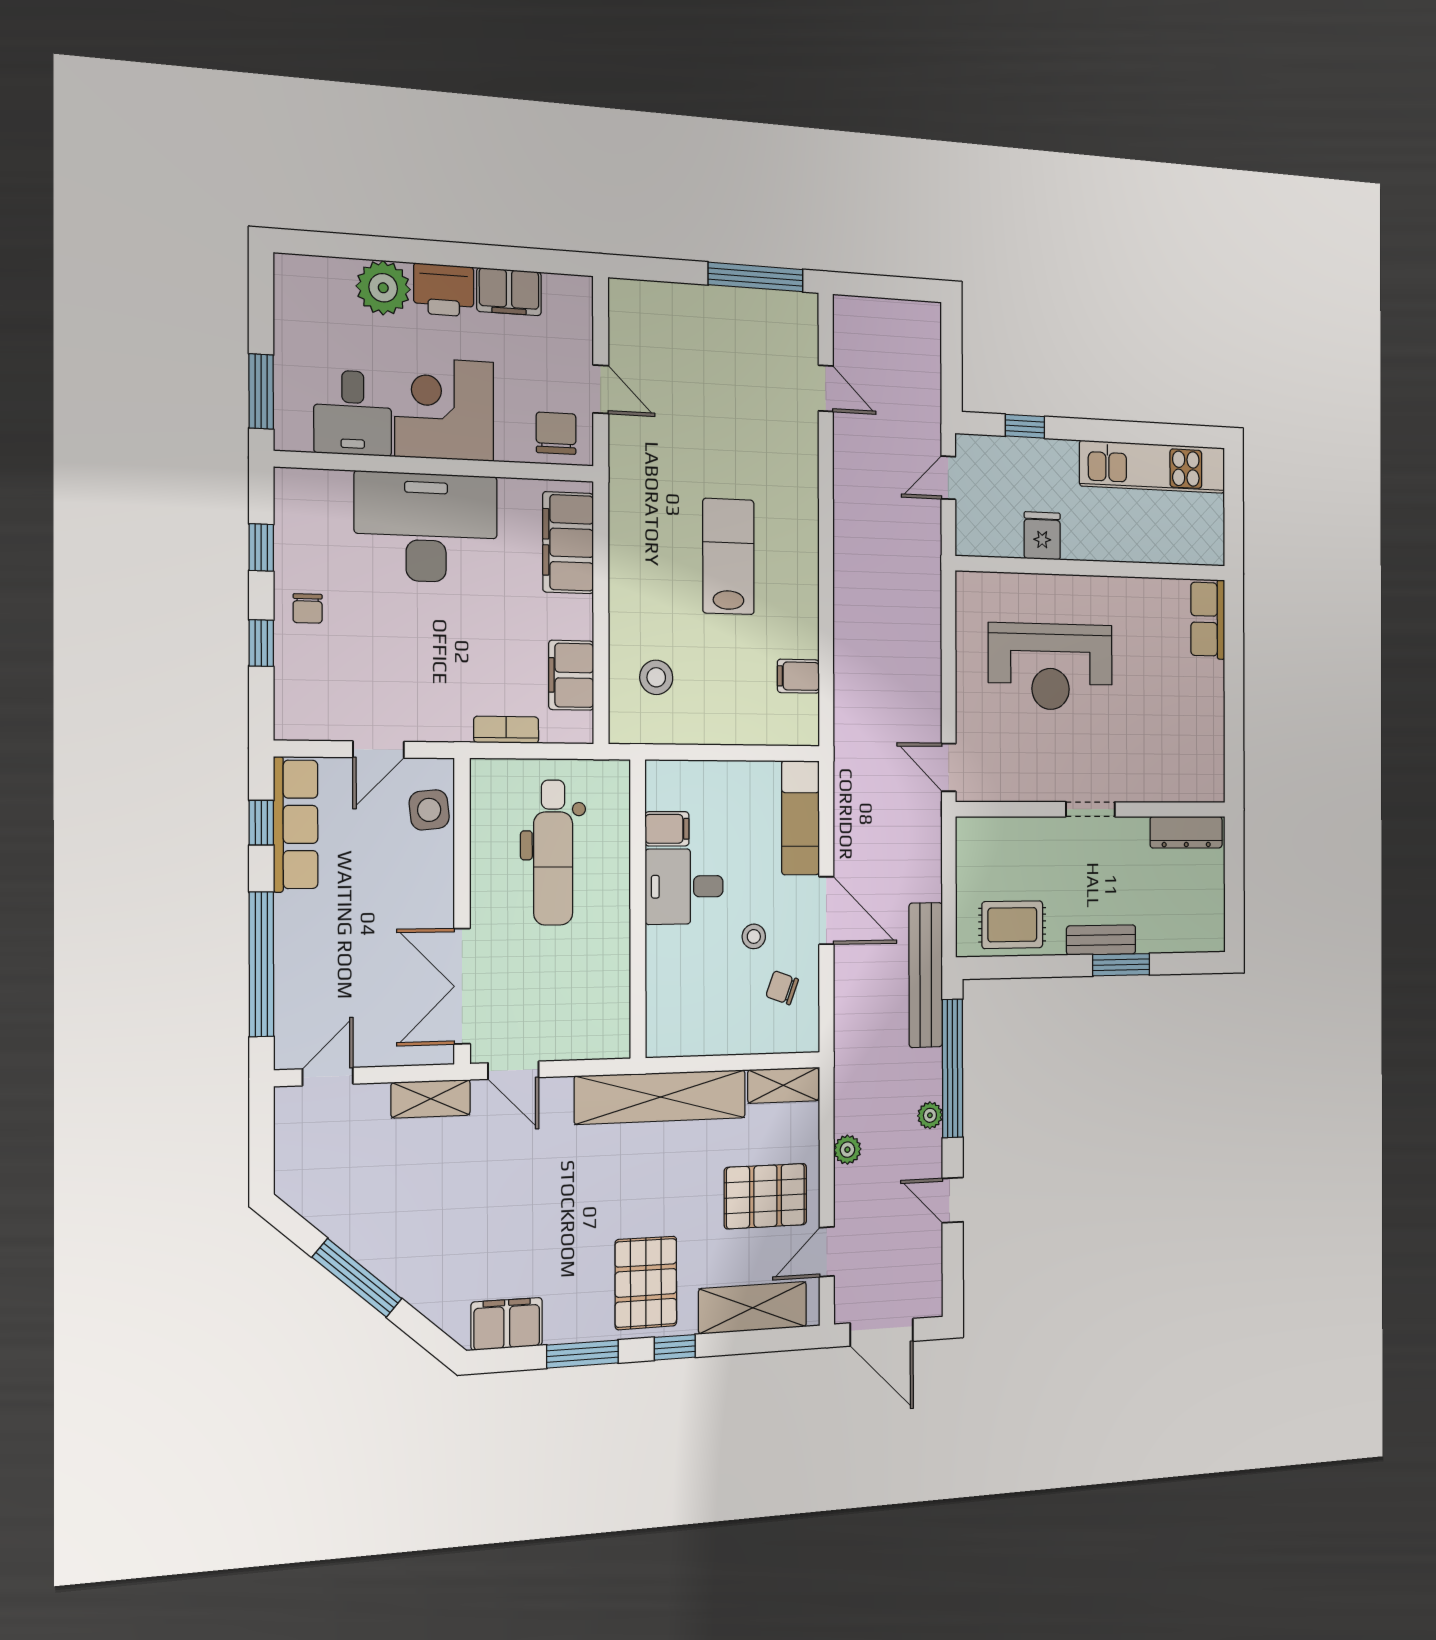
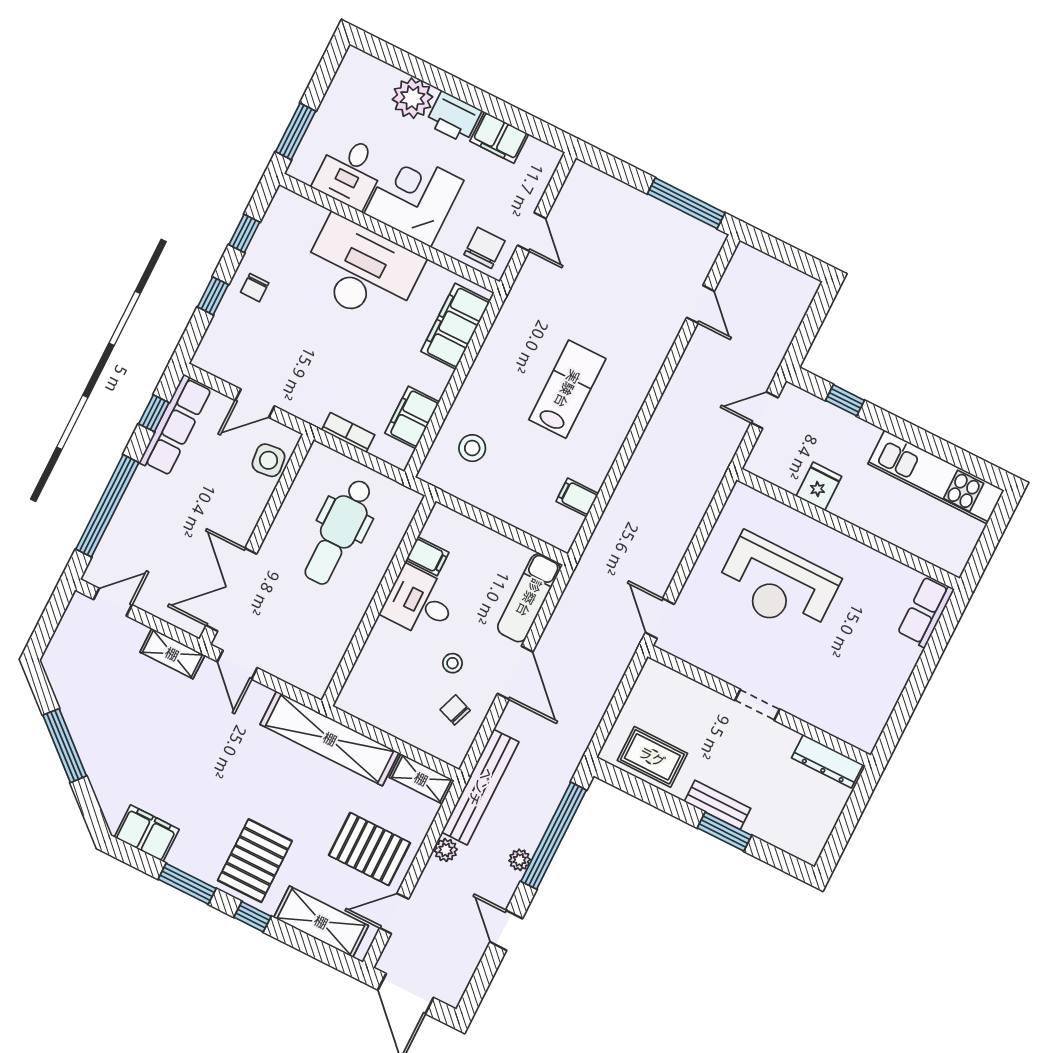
bench: (926, 975) -> (480, 787), moved

